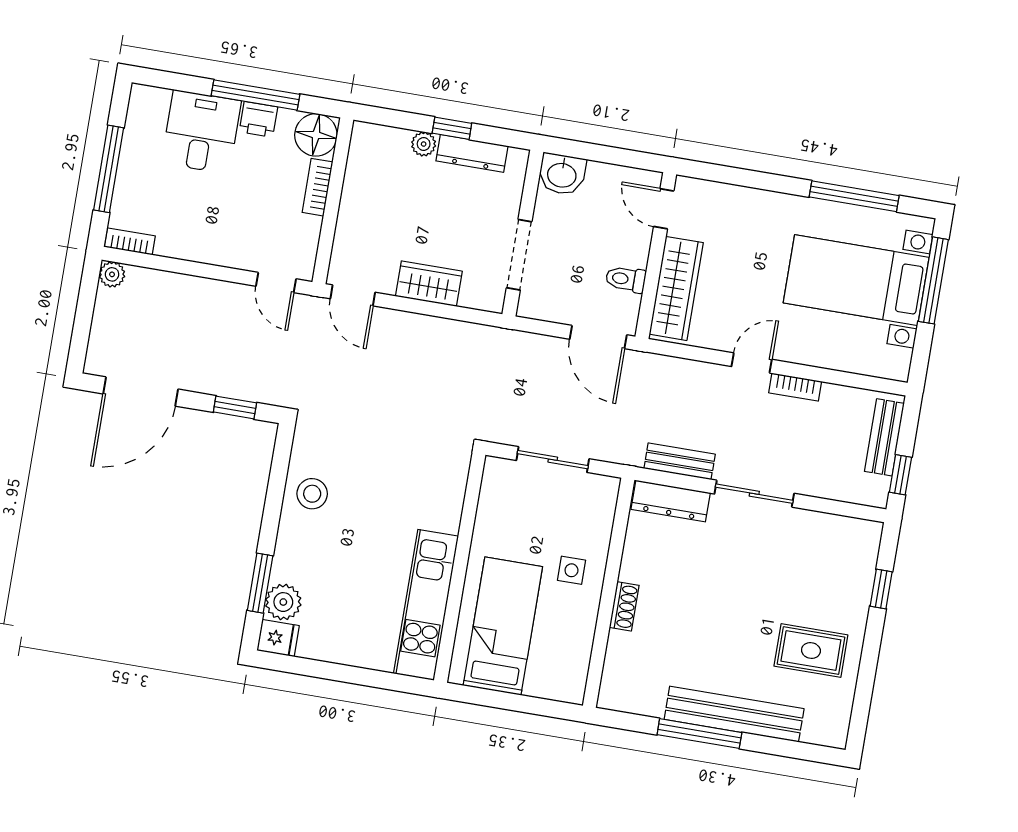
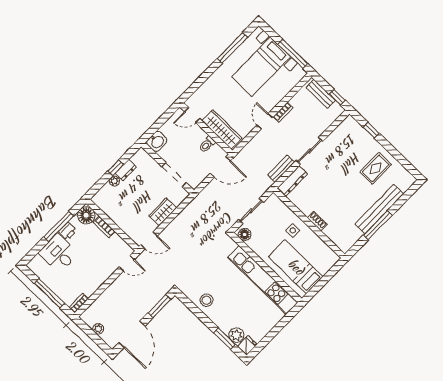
dresser: (472, 153) -> (126, 170), width x0.70
plant: (112, 274) -> (98, 329), moved
window: (933, 280) -> (293, 54), moved
window: (235, 407) -> (159, 306), width x1.50
floor lamp: (497, 479) -> (245, 235), added
kitchen unit: (426, 605) -> (263, 280), width x1.36

